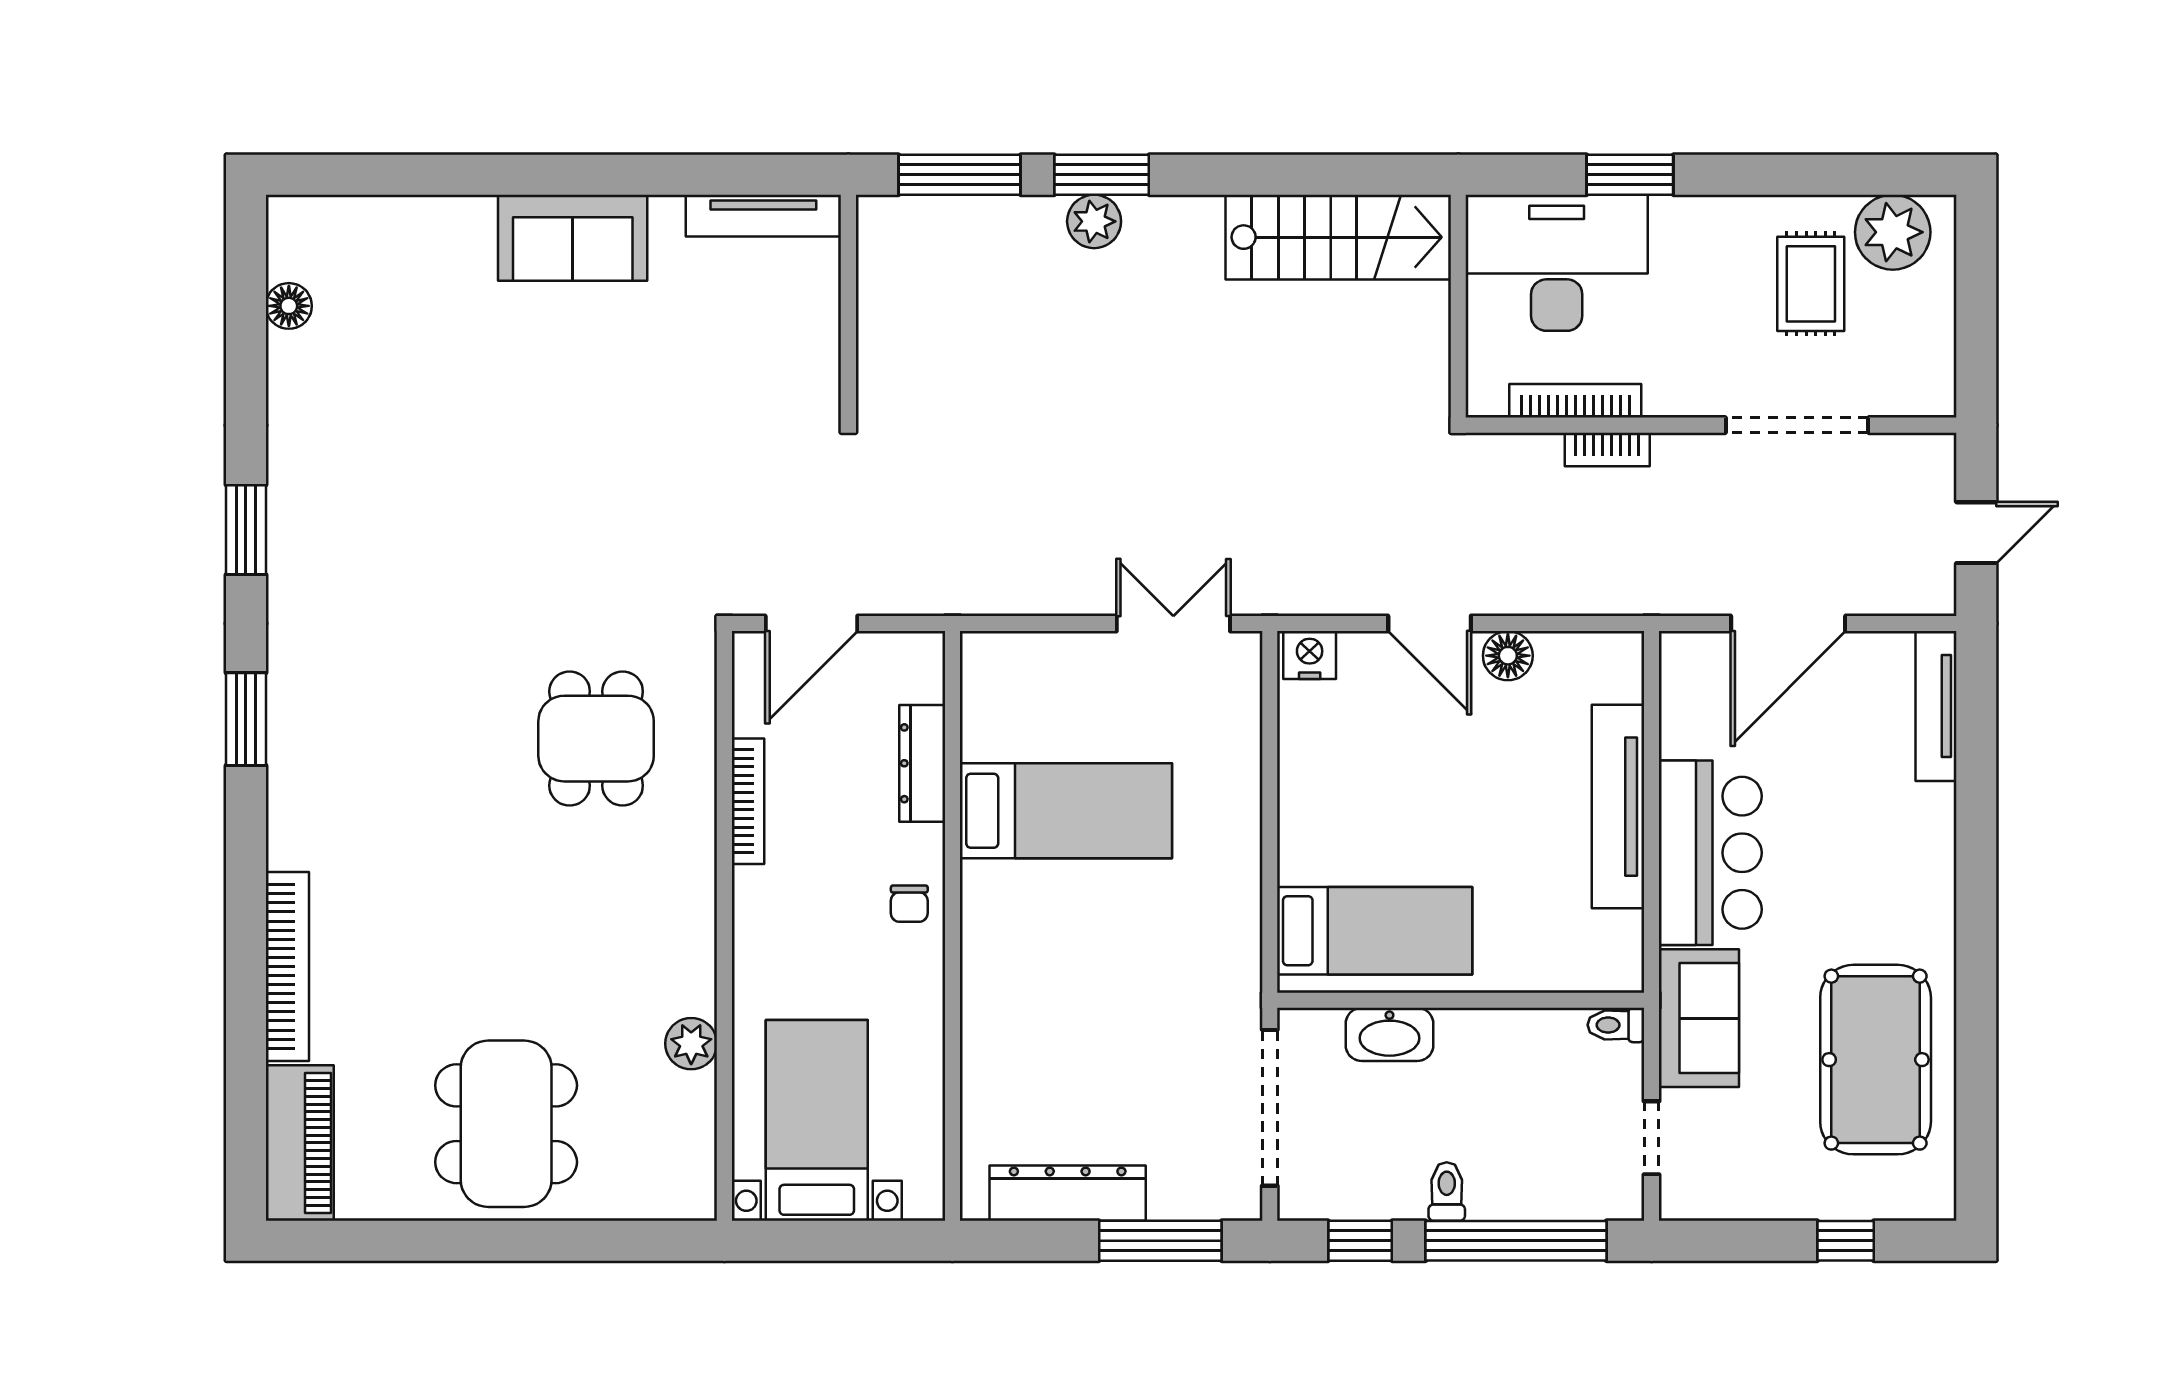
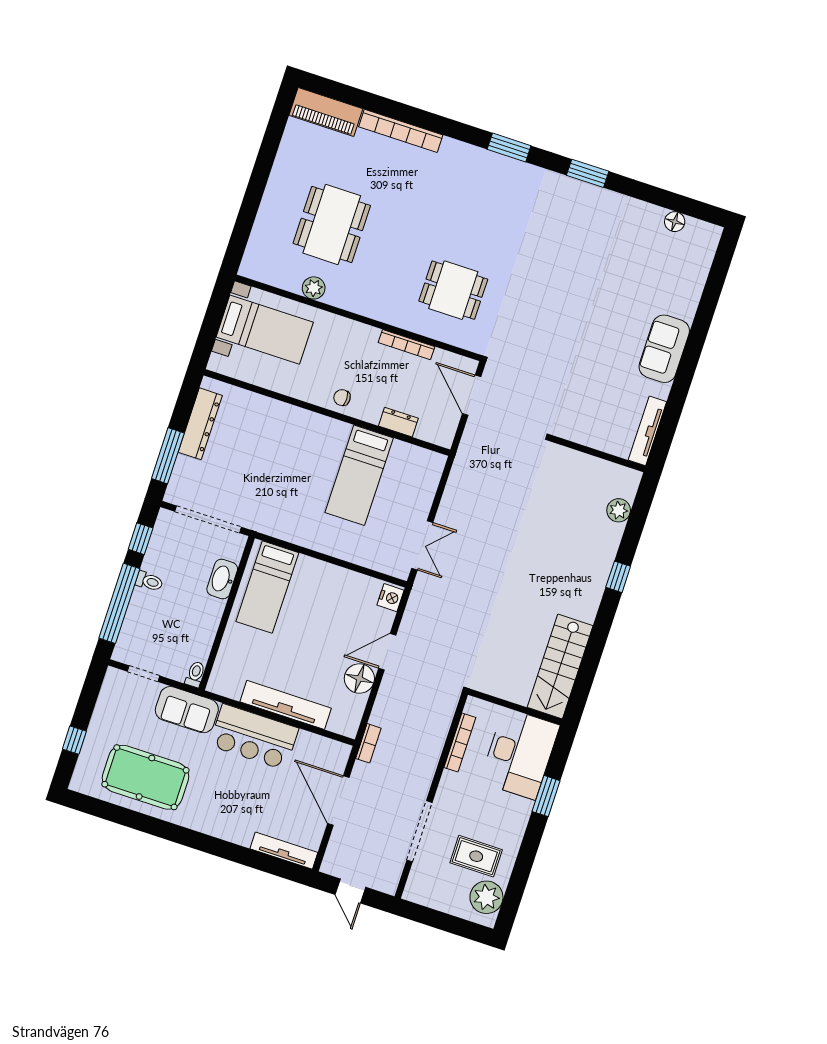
window: (960, 175) -> (638, 518), removed
window: (1102, 175) -> (618, 577), width x0.67
plant: (1094, 221) -> (619, 510), moved
bookcase: (1607, 450) -> (368, 743), moved, turned 180
floor lamp: (1508, 656) -> (359, 679), width x1.38, depth x1.38
dresser: (922, 763) -> (398, 422), width x0.70
dining table: (506, 1124) -> (332, 224), moved, turned 90

